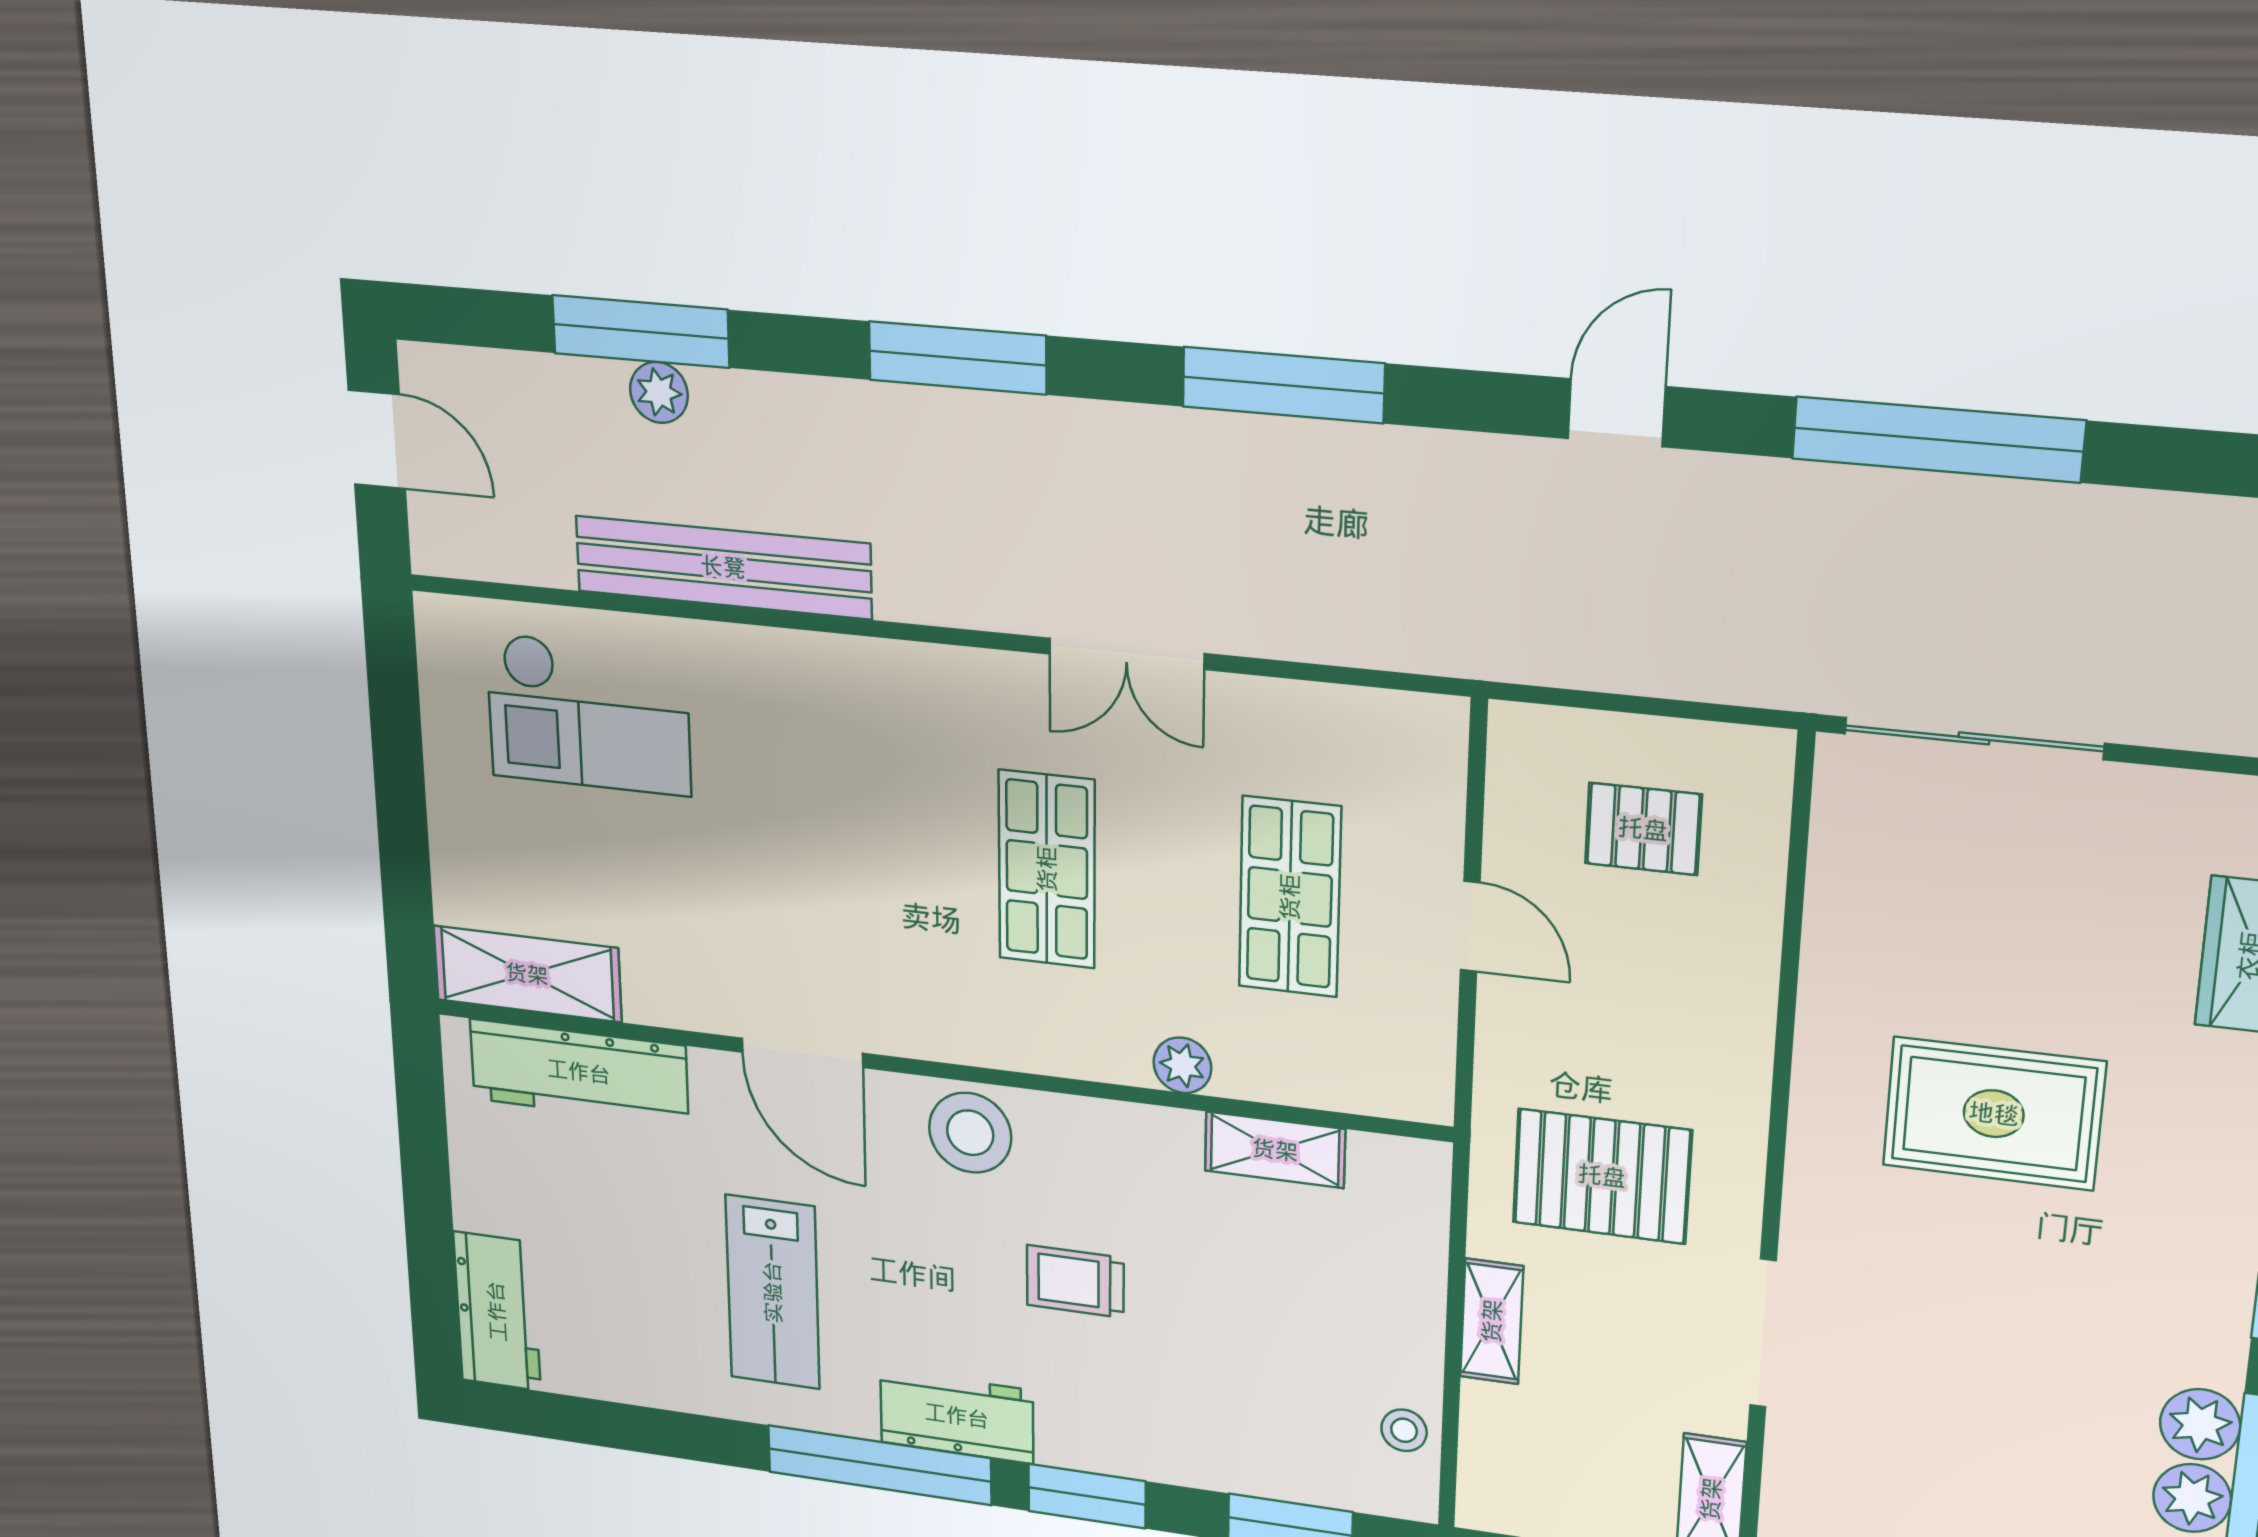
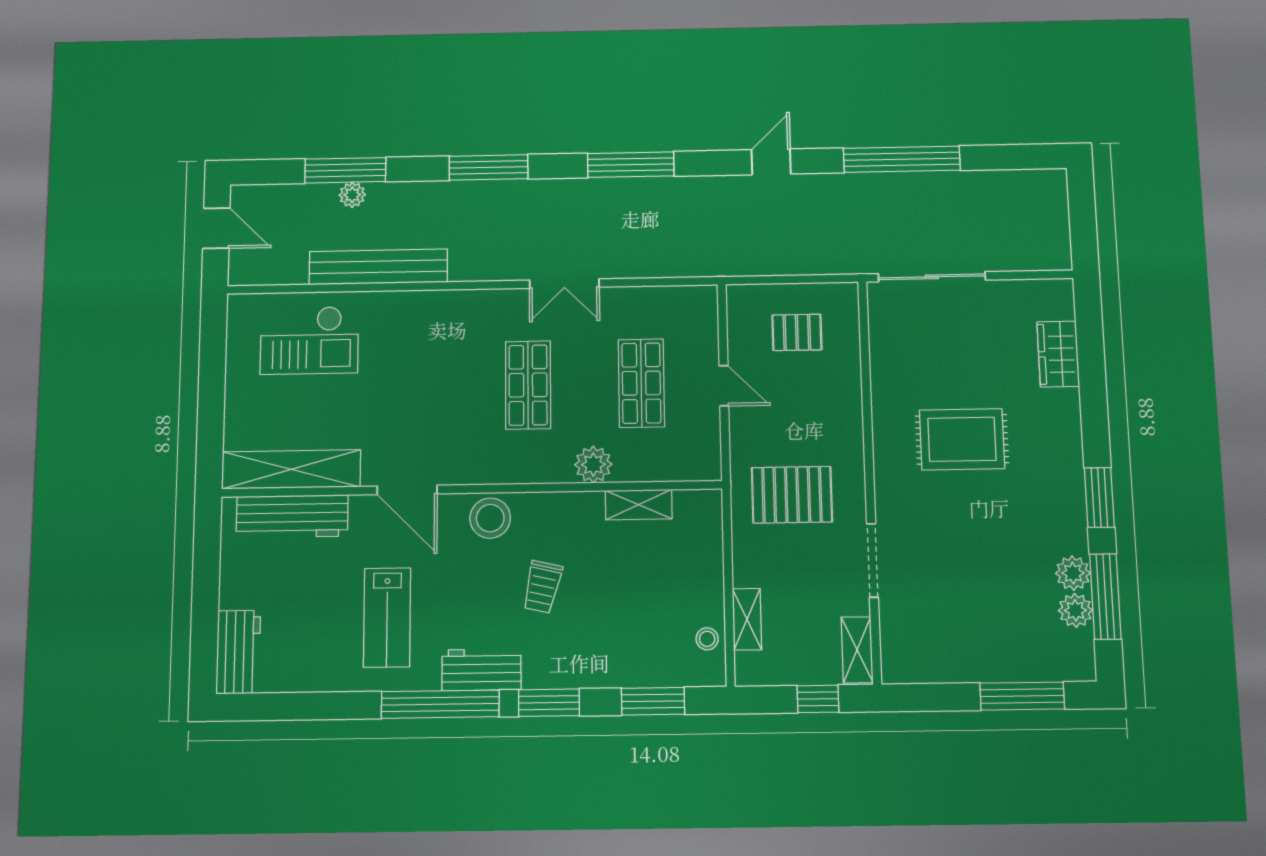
shelving: (527, 974) -> (291, 469), width x1.47
plant: (1182, 1065) -> (593, 464), width x1.38, depth x1.38
trolley: (1075, 1281) -> (542, 587), turned -77
shelving: (1492, 1321) -> (747, 619), moved

